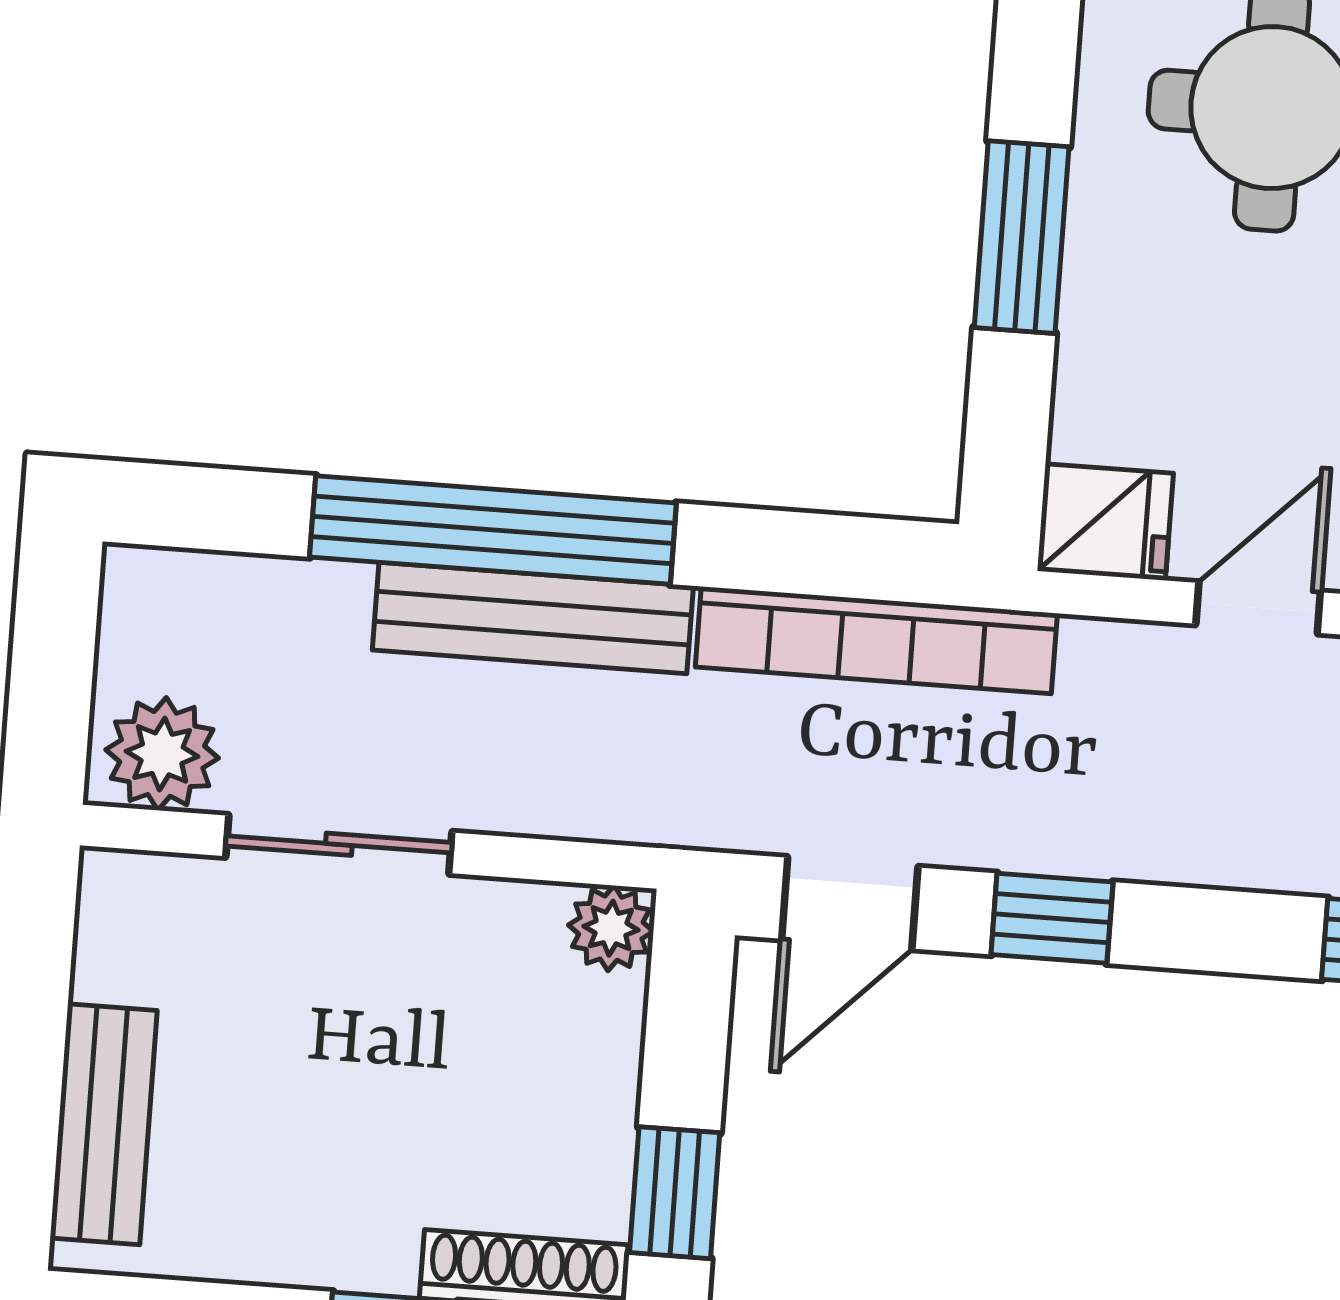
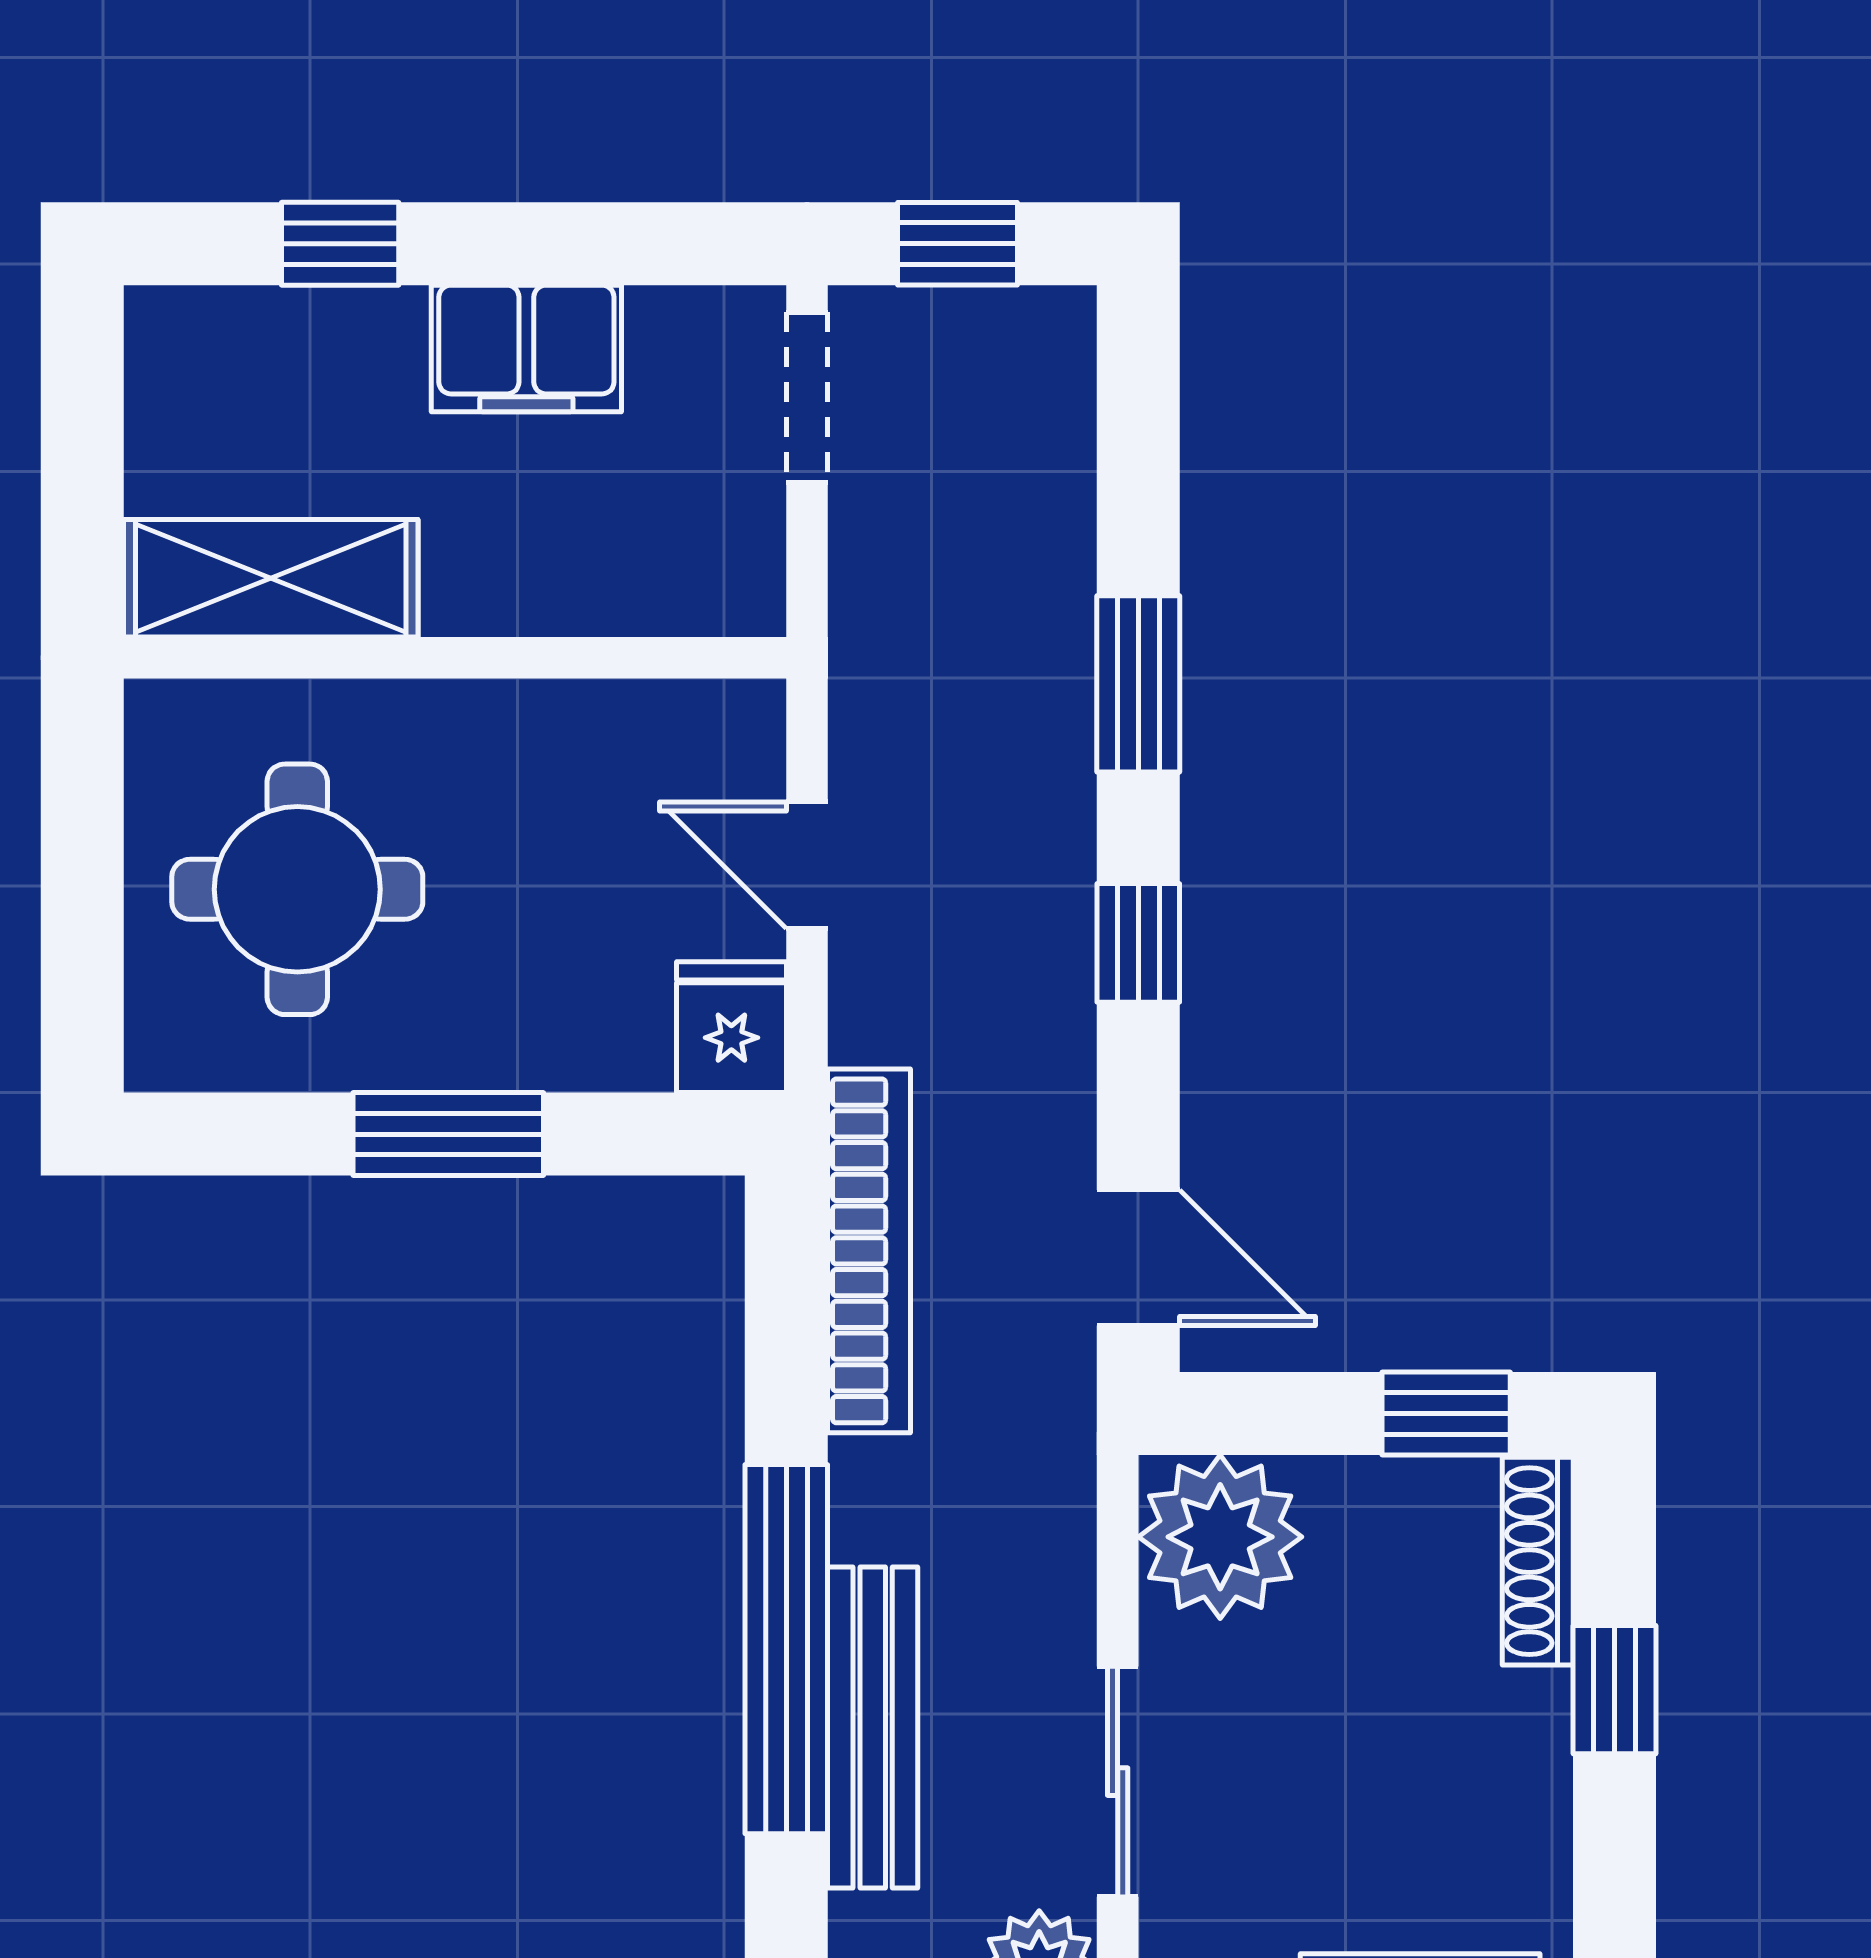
bench: (533, 618) -> (873, 1728), moved
window: (1052, 918) -> (1138, 943), moved
plant: (611, 928) -> (1220, 1537), width x1.88, depth x1.88

